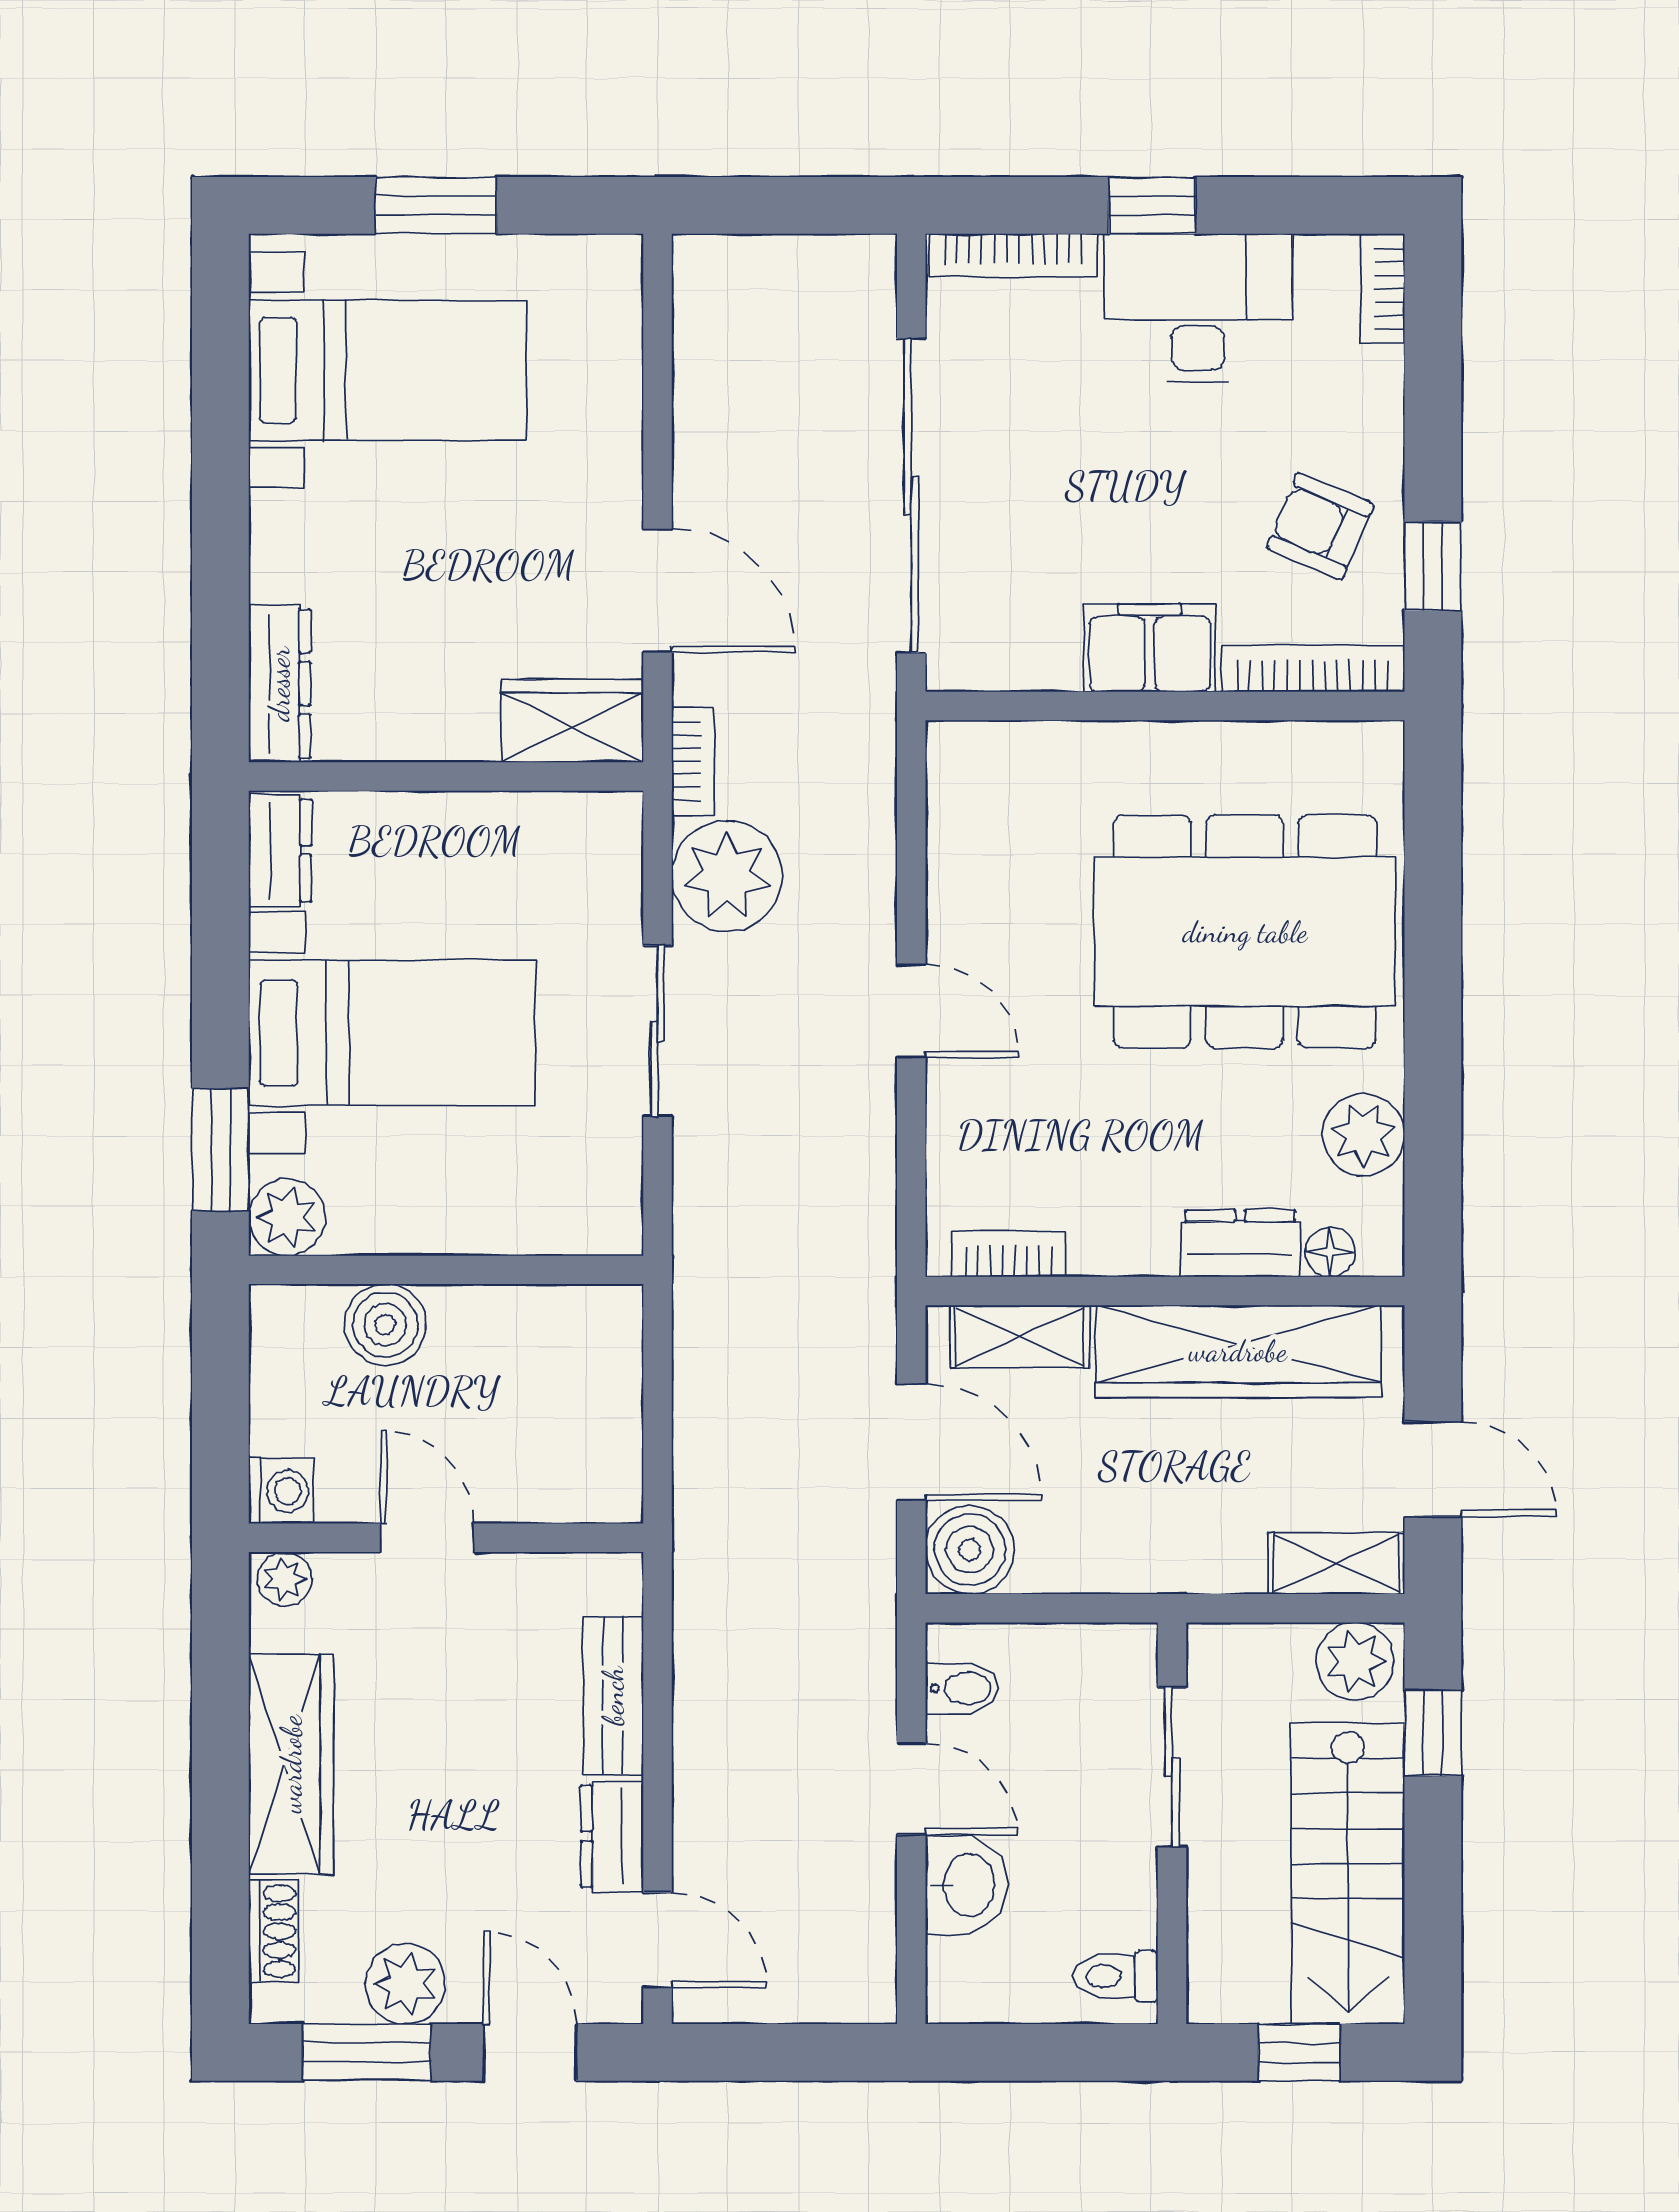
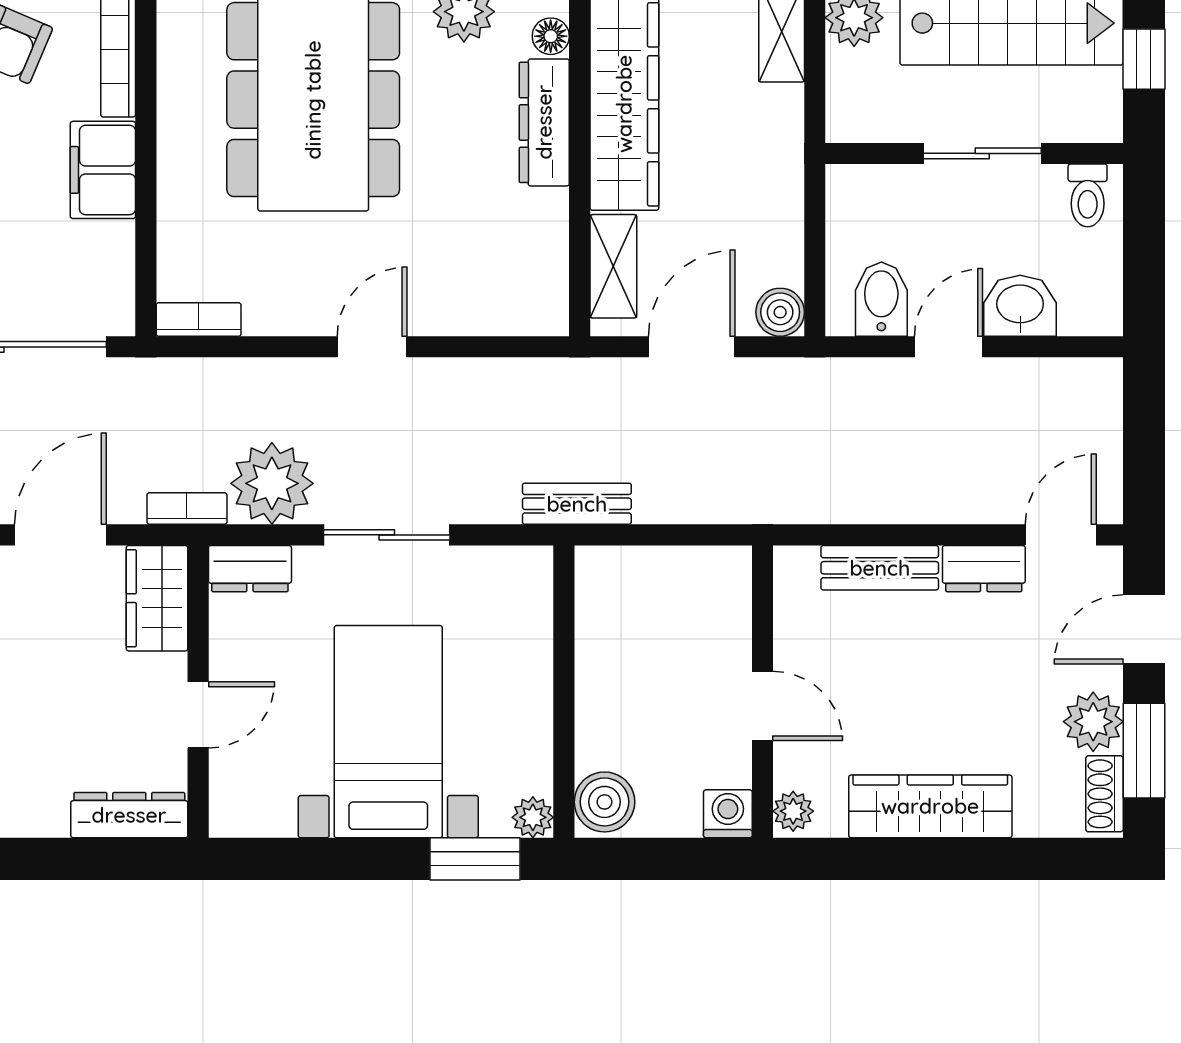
door: (415, 776) -> (198, 715), added
dresser: (280, 850) -> (250, 569), moved, turned 180
plant: (287, 1217) -> (533, 817), width x0.73, depth x0.73
dresser: (1240, 1243) -> (544, 122), width x1.44
bookcase: (1009, 1254) -> (199, 319), moved, turned 90
bench: (700, 1287) -> (577, 504), added
boiler: (385, 1325) -> (605, 802), moved
door: (427, 1538) -> (762, 706), swing flipped
boiler: (970, 1550) -> (780, 312), width x0.73, depth x0.73
bidet: (962, 1688) -> (881, 299), width x1.38, depth x1.36
sliding door: (1172, 1767) -> (982, 153), moved
shoe rack: (274, 1931) -> (1105, 794), moved, turned -90

